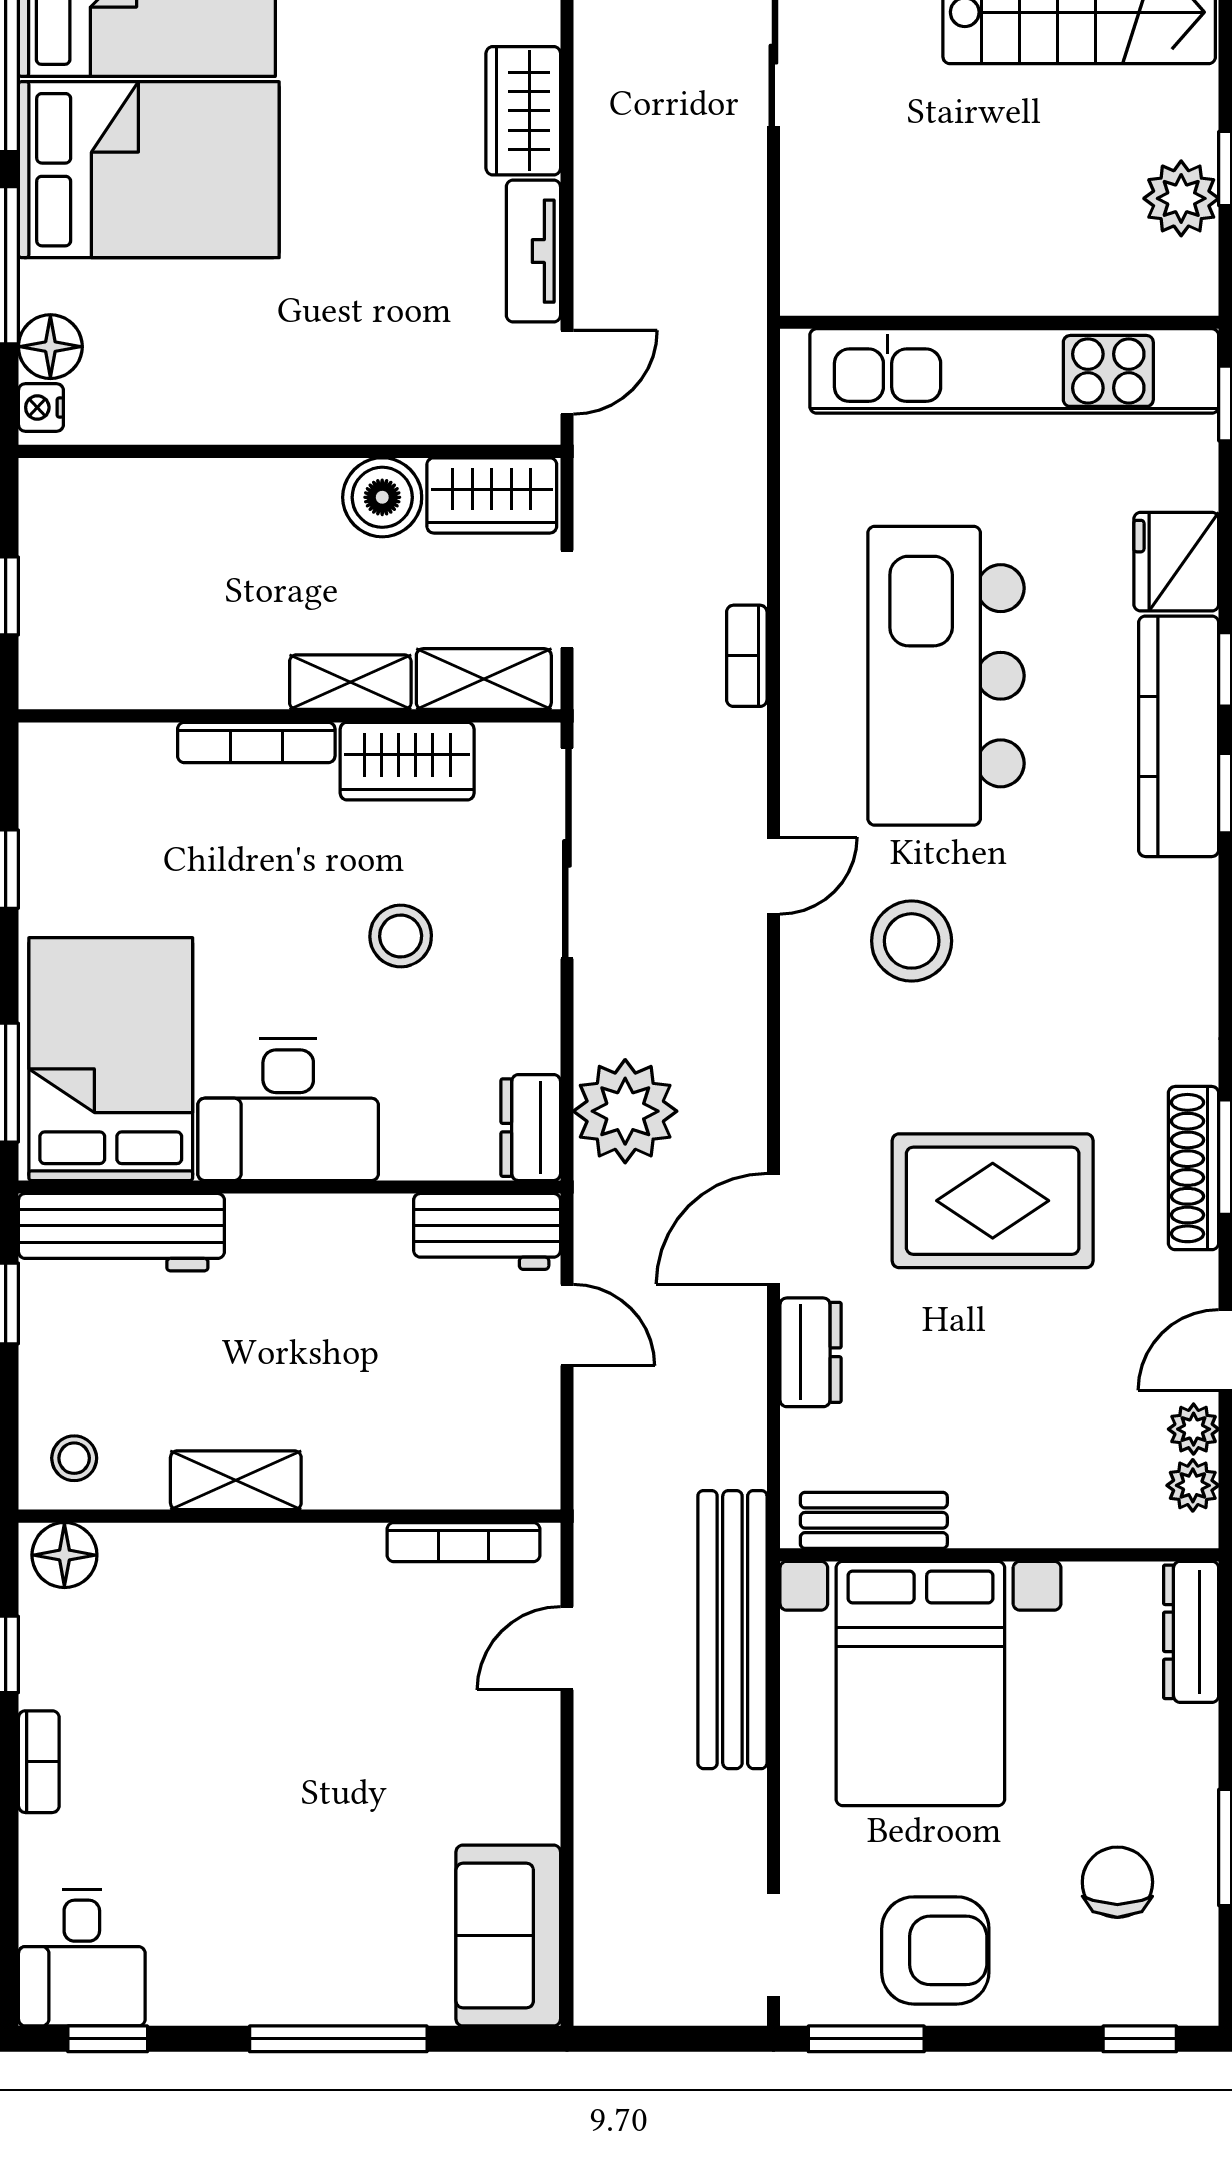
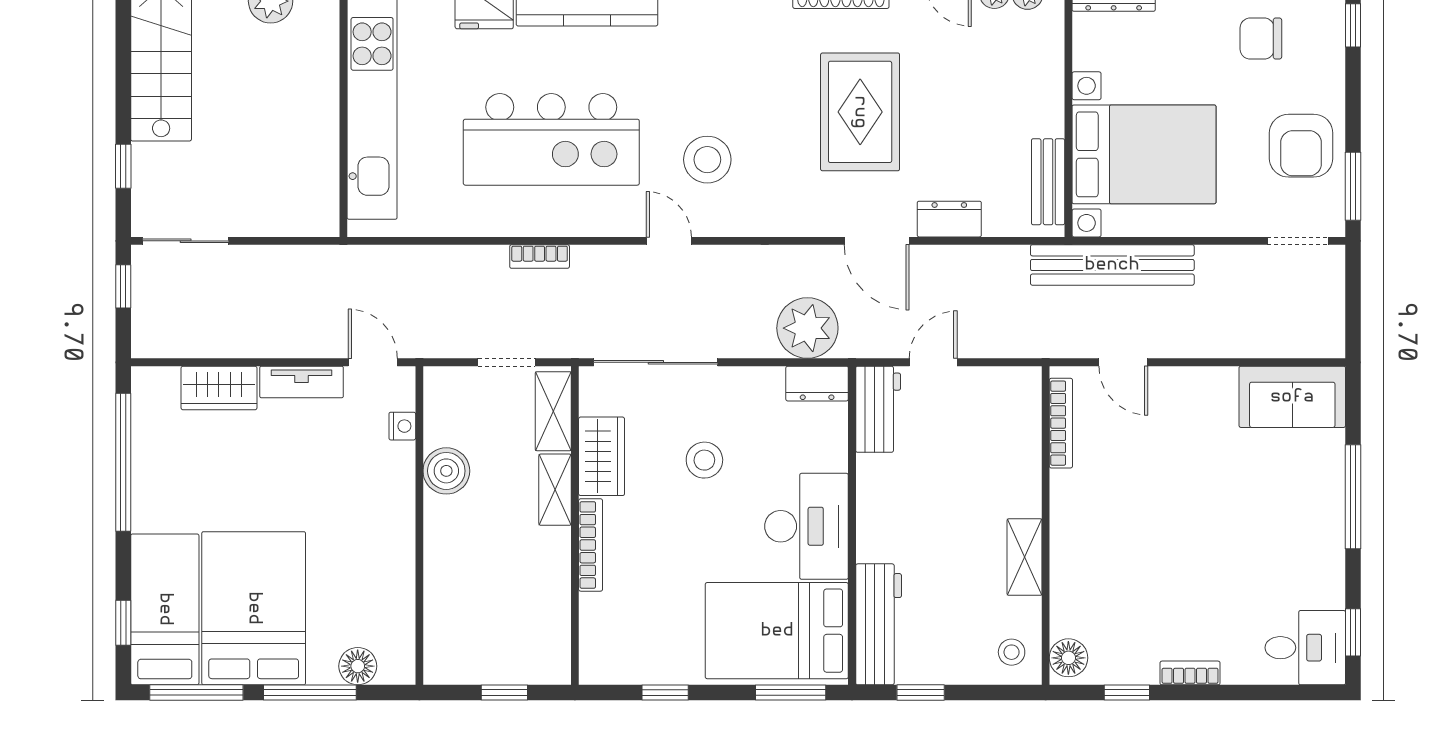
nightstand: (41, 407) -> (402, 426), moved, turned -90
wardrobe: (492, 495) -> (445, 406), removed
armchair: (935, 1950) -> (1301, 146), turned 180

